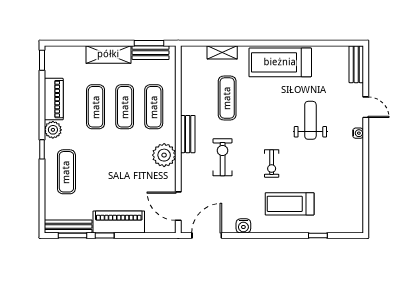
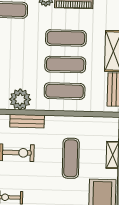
exercise mat: (227, 98) -> (71, 158), turned 90
bench: (188, 134) -> (27, 121), moved

